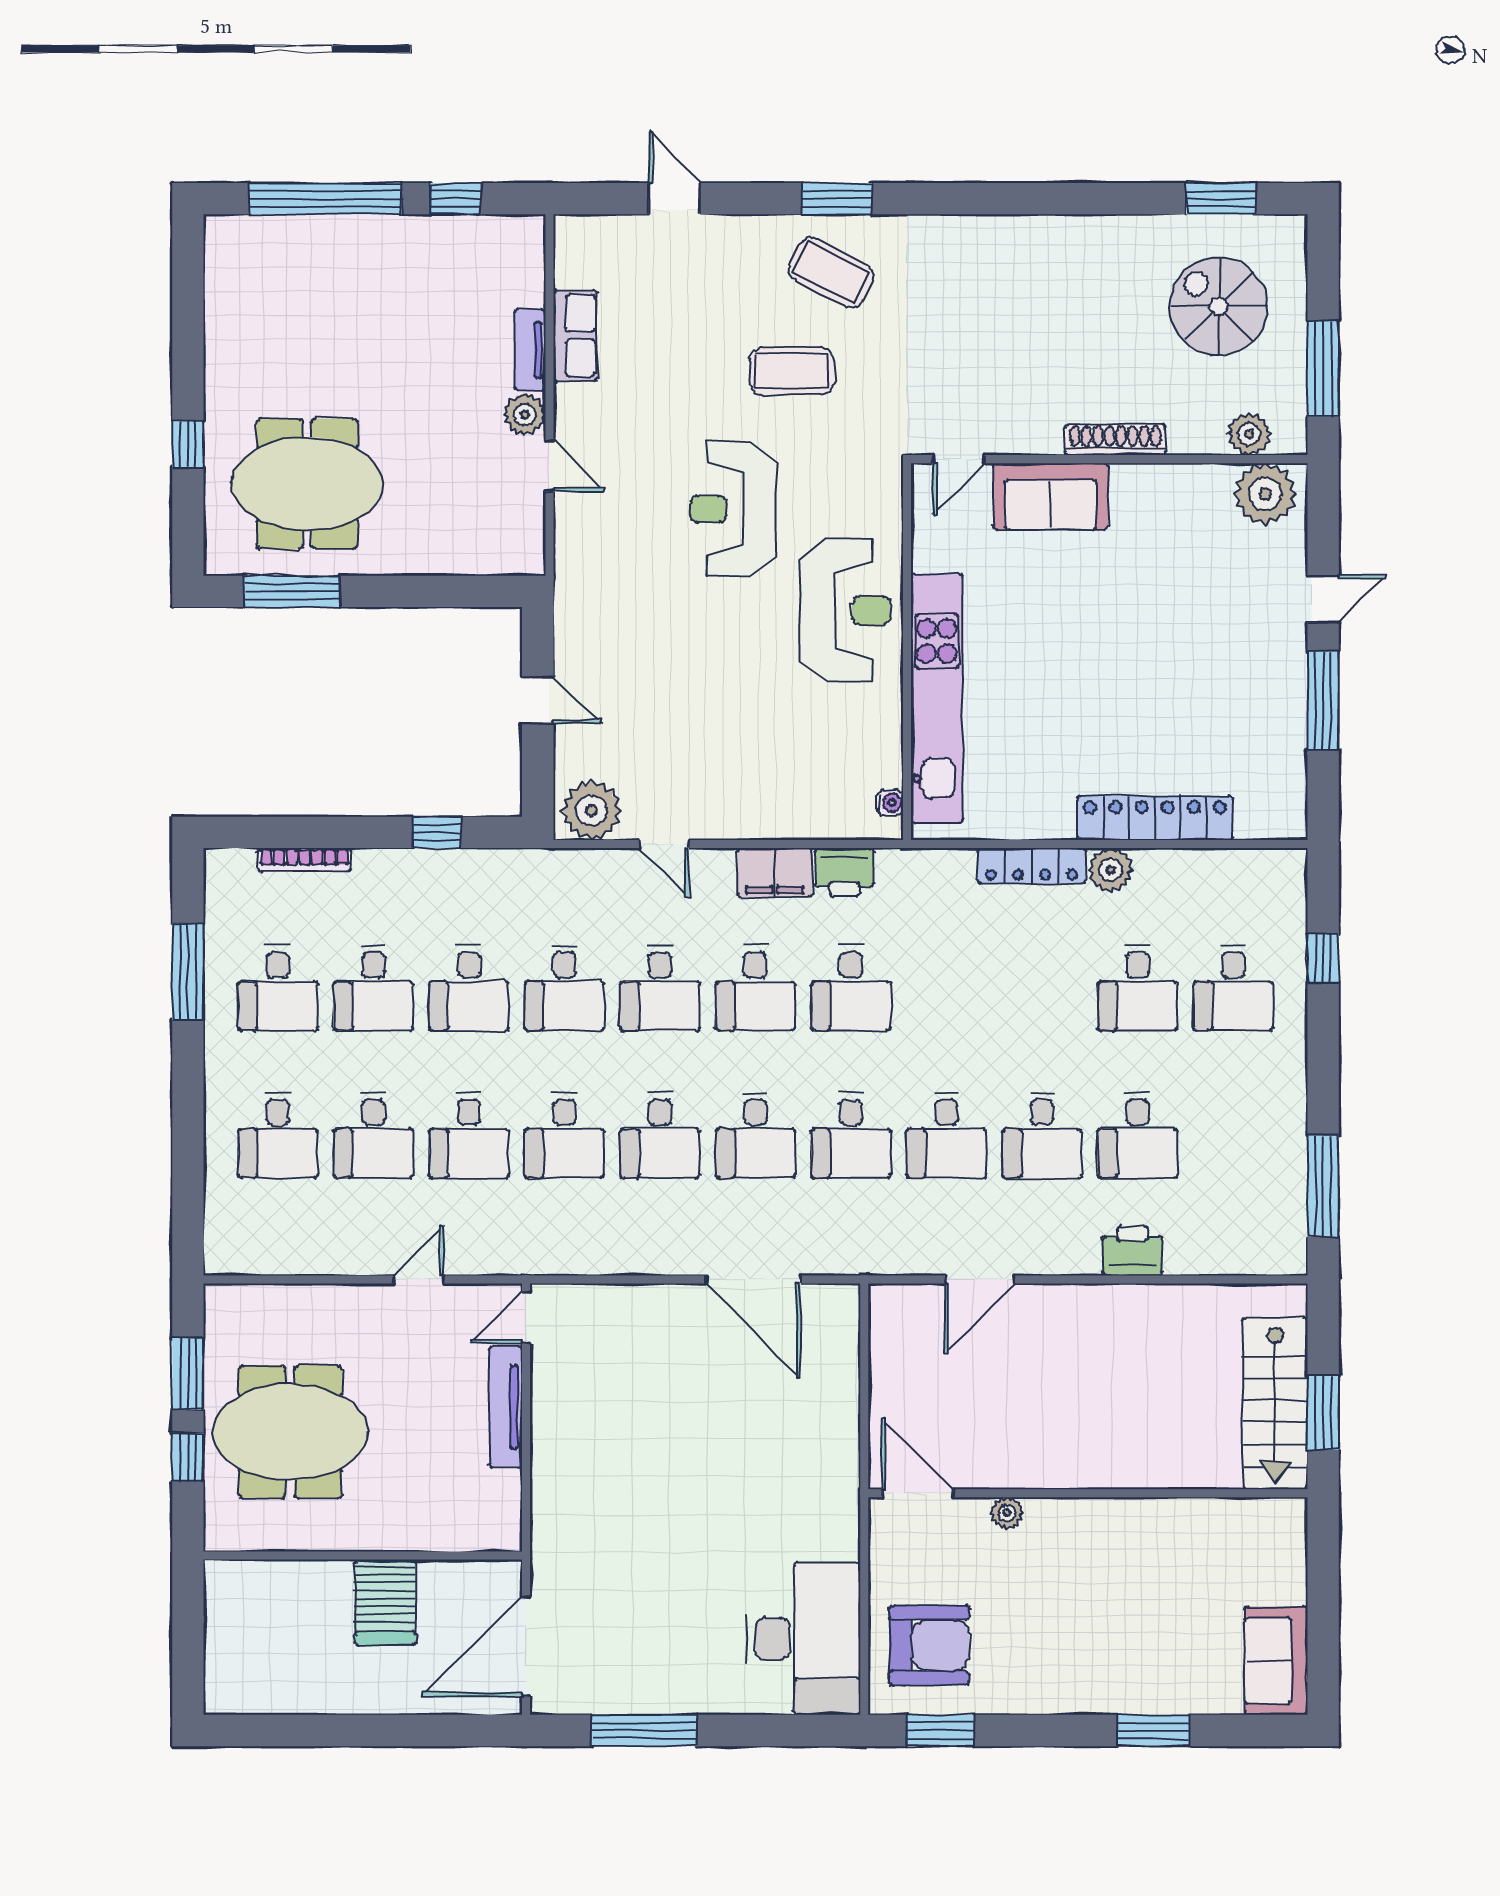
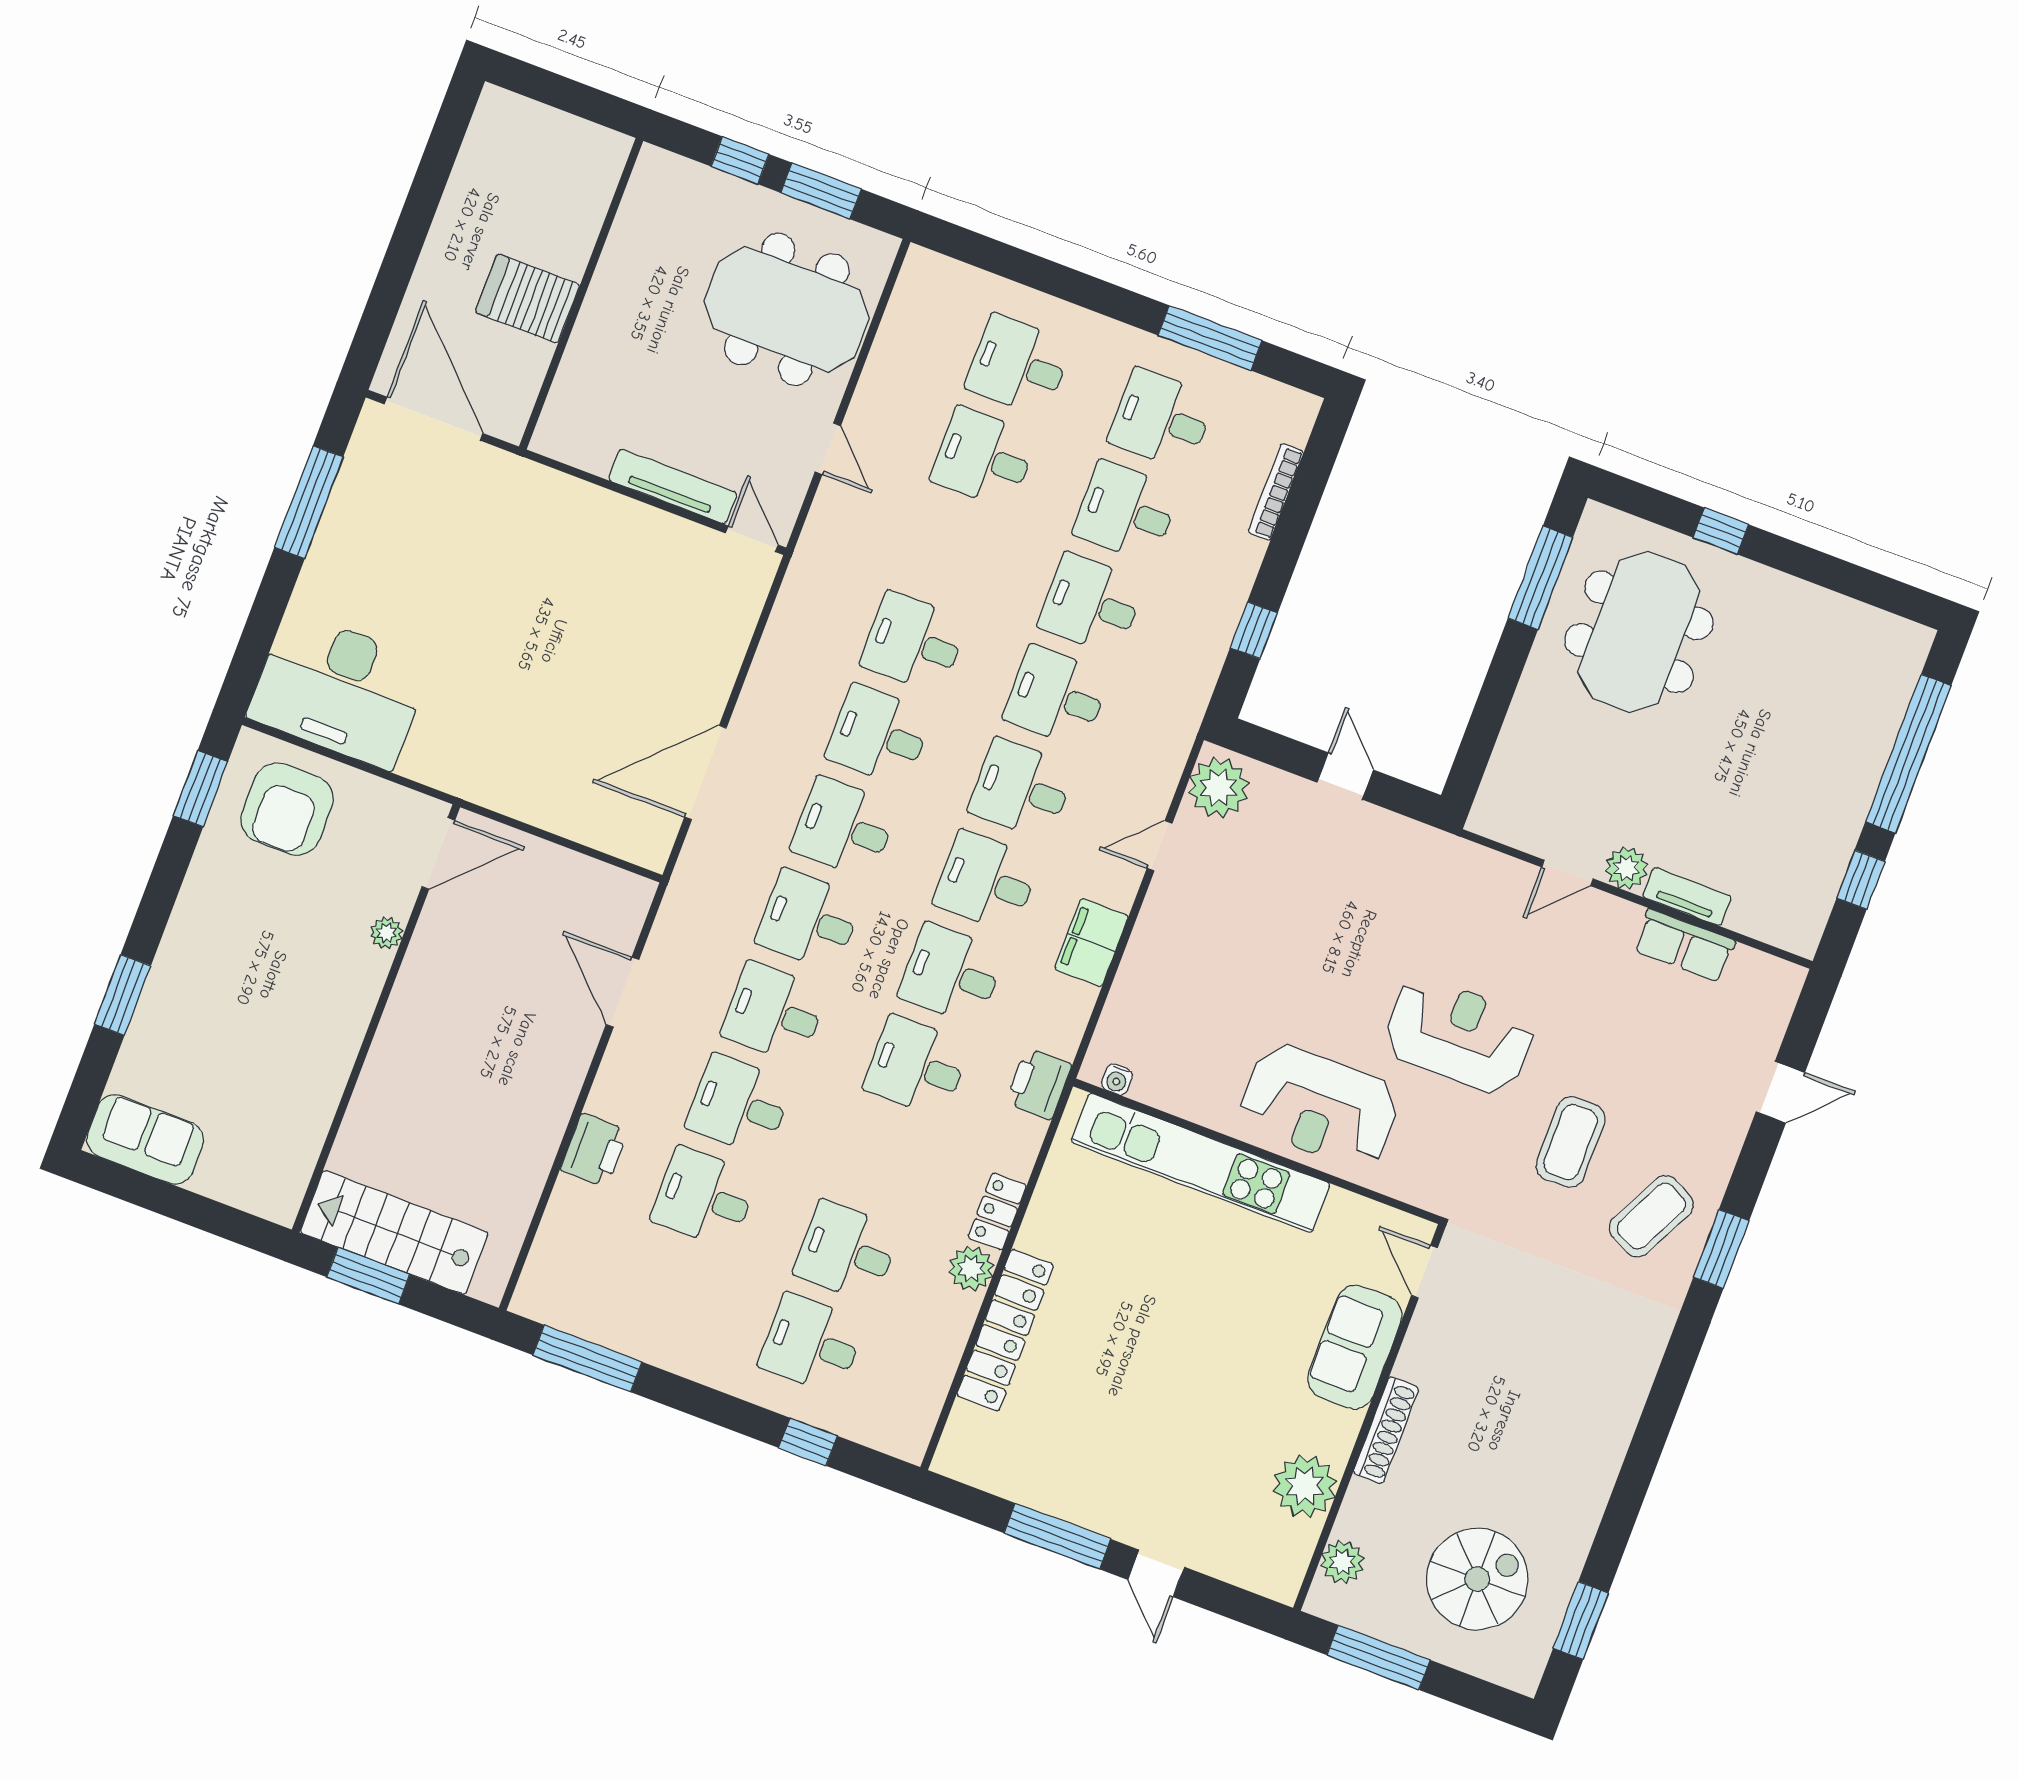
plant: (1265, 494) -> (1305, 1486), moved
door: (538, 700) -> (1345, 776), swing flipped
locker: (1032, 866) -> (997, 1211), width x0.66
printer: (844, 872) -> (1039, 1084), moved
desk: (469, 1135) -> (917, 1066), moved
meeting table: (290, 1432) -> (787, 309), moved, turned 90

